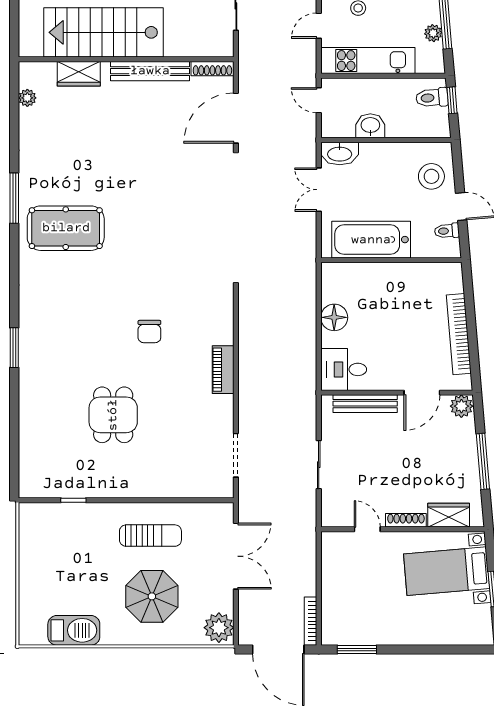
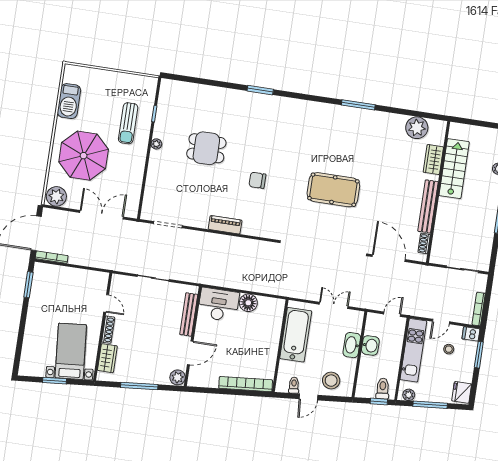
door: (319, 26) -> (441, 322), swing flipped
stairs: (104, 32) -> (454, 169), width x0.73, depth x0.66
plant: (433, 33) -> (409, 395), moved
shoe rack: (212, 69) -> (424, 243), width x0.70
plant: (27, 98) -> (417, 128), width x1.87, depth x1.87
washbasin: (340, 153) -> (352, 345), moved
pool table: (66, 228) -> (333, 190), moved, turned 90
bookcase: (459, 334) -> (246, 384), moved
desk: (344, 369) -> (218, 305), width x1.37
door: (422, 393) -> (190, 353), swing flipped
plant: (118, 490) -> (156, 144), added
door: (367, 529) -> (106, 303), hinge flipped
sun lounger: (150, 536) -> (128, 123), moved
double door: (236, 556) -> (102, 215), swing flipped
parasol: (152, 596) -> (84, 156), width x1.36, depth x1.36

